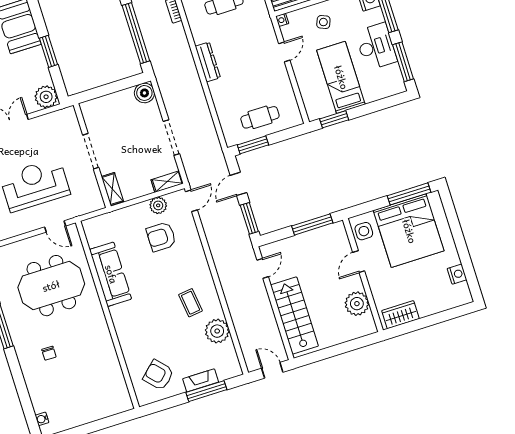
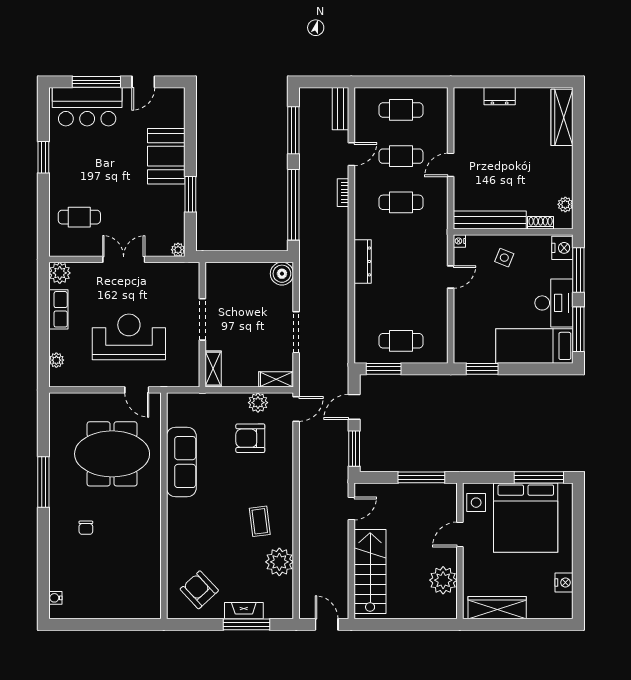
bed: (341, 77) -> (534, 346), moved, turned -90
plant: (46, 97) -> (178, 250), width x0.53, depth x0.53
wardrobe: (400, 315) -> (497, 608), width x1.50

